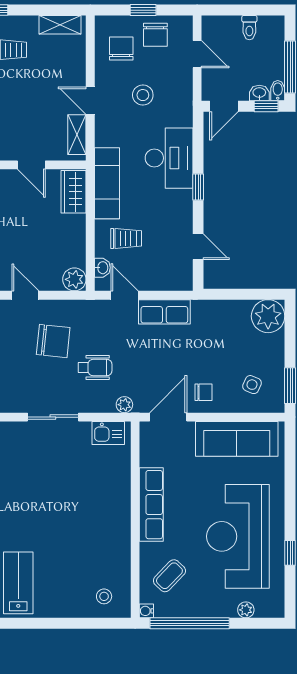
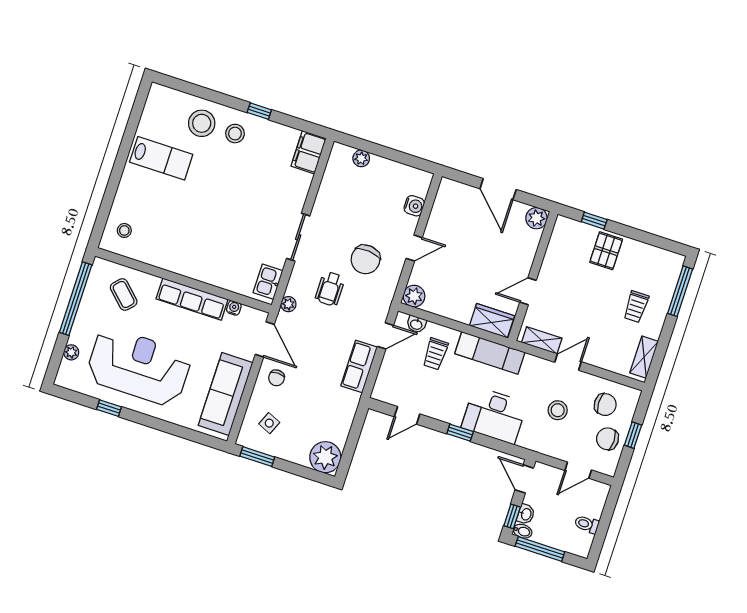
water cooler: (146, 611) -> (234, 308), moved

